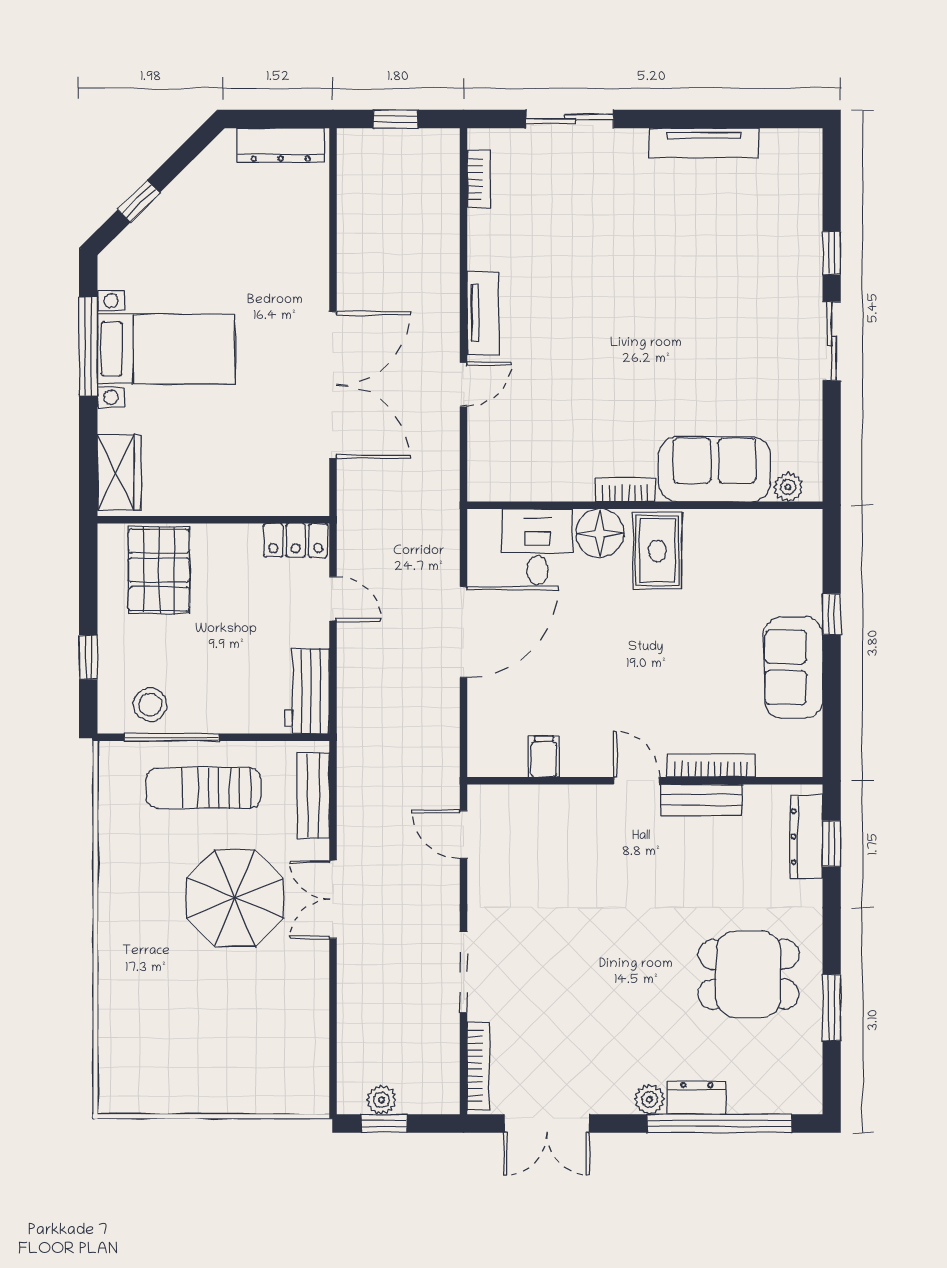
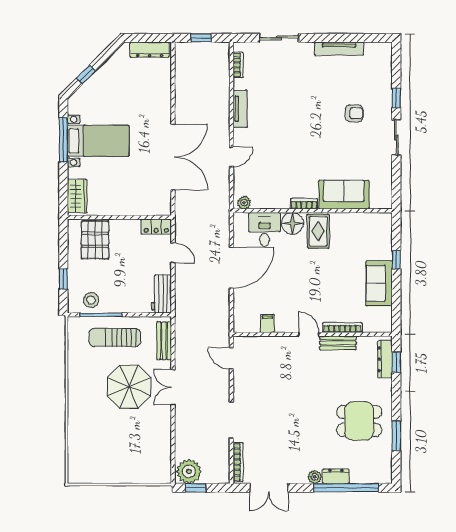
armchair: (737, 287) -> (354, 113), added
tv unit: (483, 313) -> (240, 109), moved
plant: (788, 487) -> (244, 203), moved
plant: (381, 1100) -> (189, 471), width x1.88, depth x1.88

